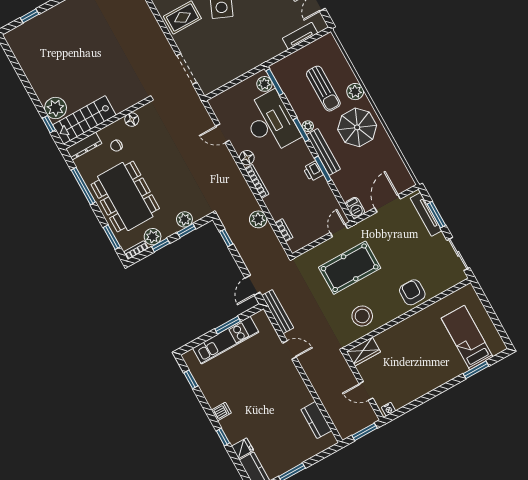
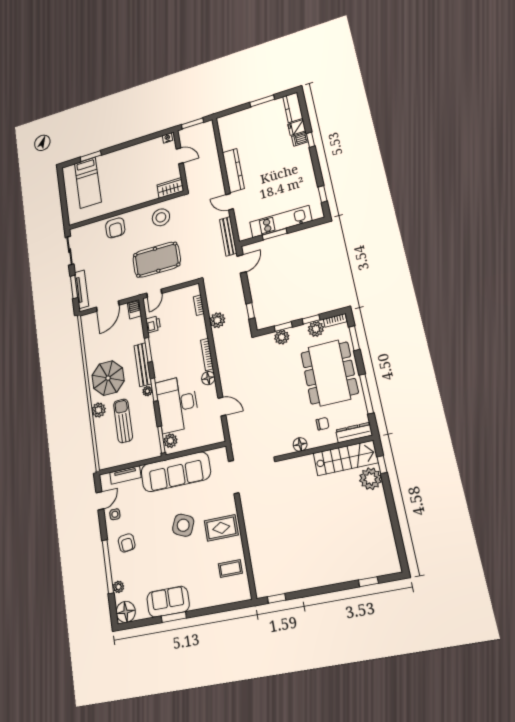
sofa: (248, 55) -> (176, 472), added
printer: (313, 171) -> (153, 324), moved
dishwasher: (221, 411) -> (300, 139), moved
kitchen counter: (316, 420) -> (233, 170), moved, width x1.50

